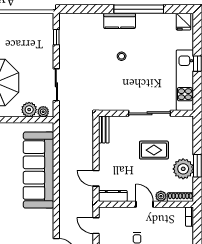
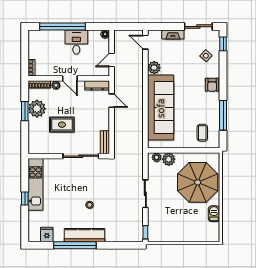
kitchen counter: (120, 21) -> (85, 235), width x1.50
fridge: (183, 22) -> (47, 234), moved
window: (56, 37) -> (145, 232), moved
sliding door: (56, 85) -> (145, 194), moved
sliding door: (149, 113) -> (81, 156), moved
plant: (46, 217) -> (154, 68), added
door: (96, 226) -> (112, 60), swing flipped

